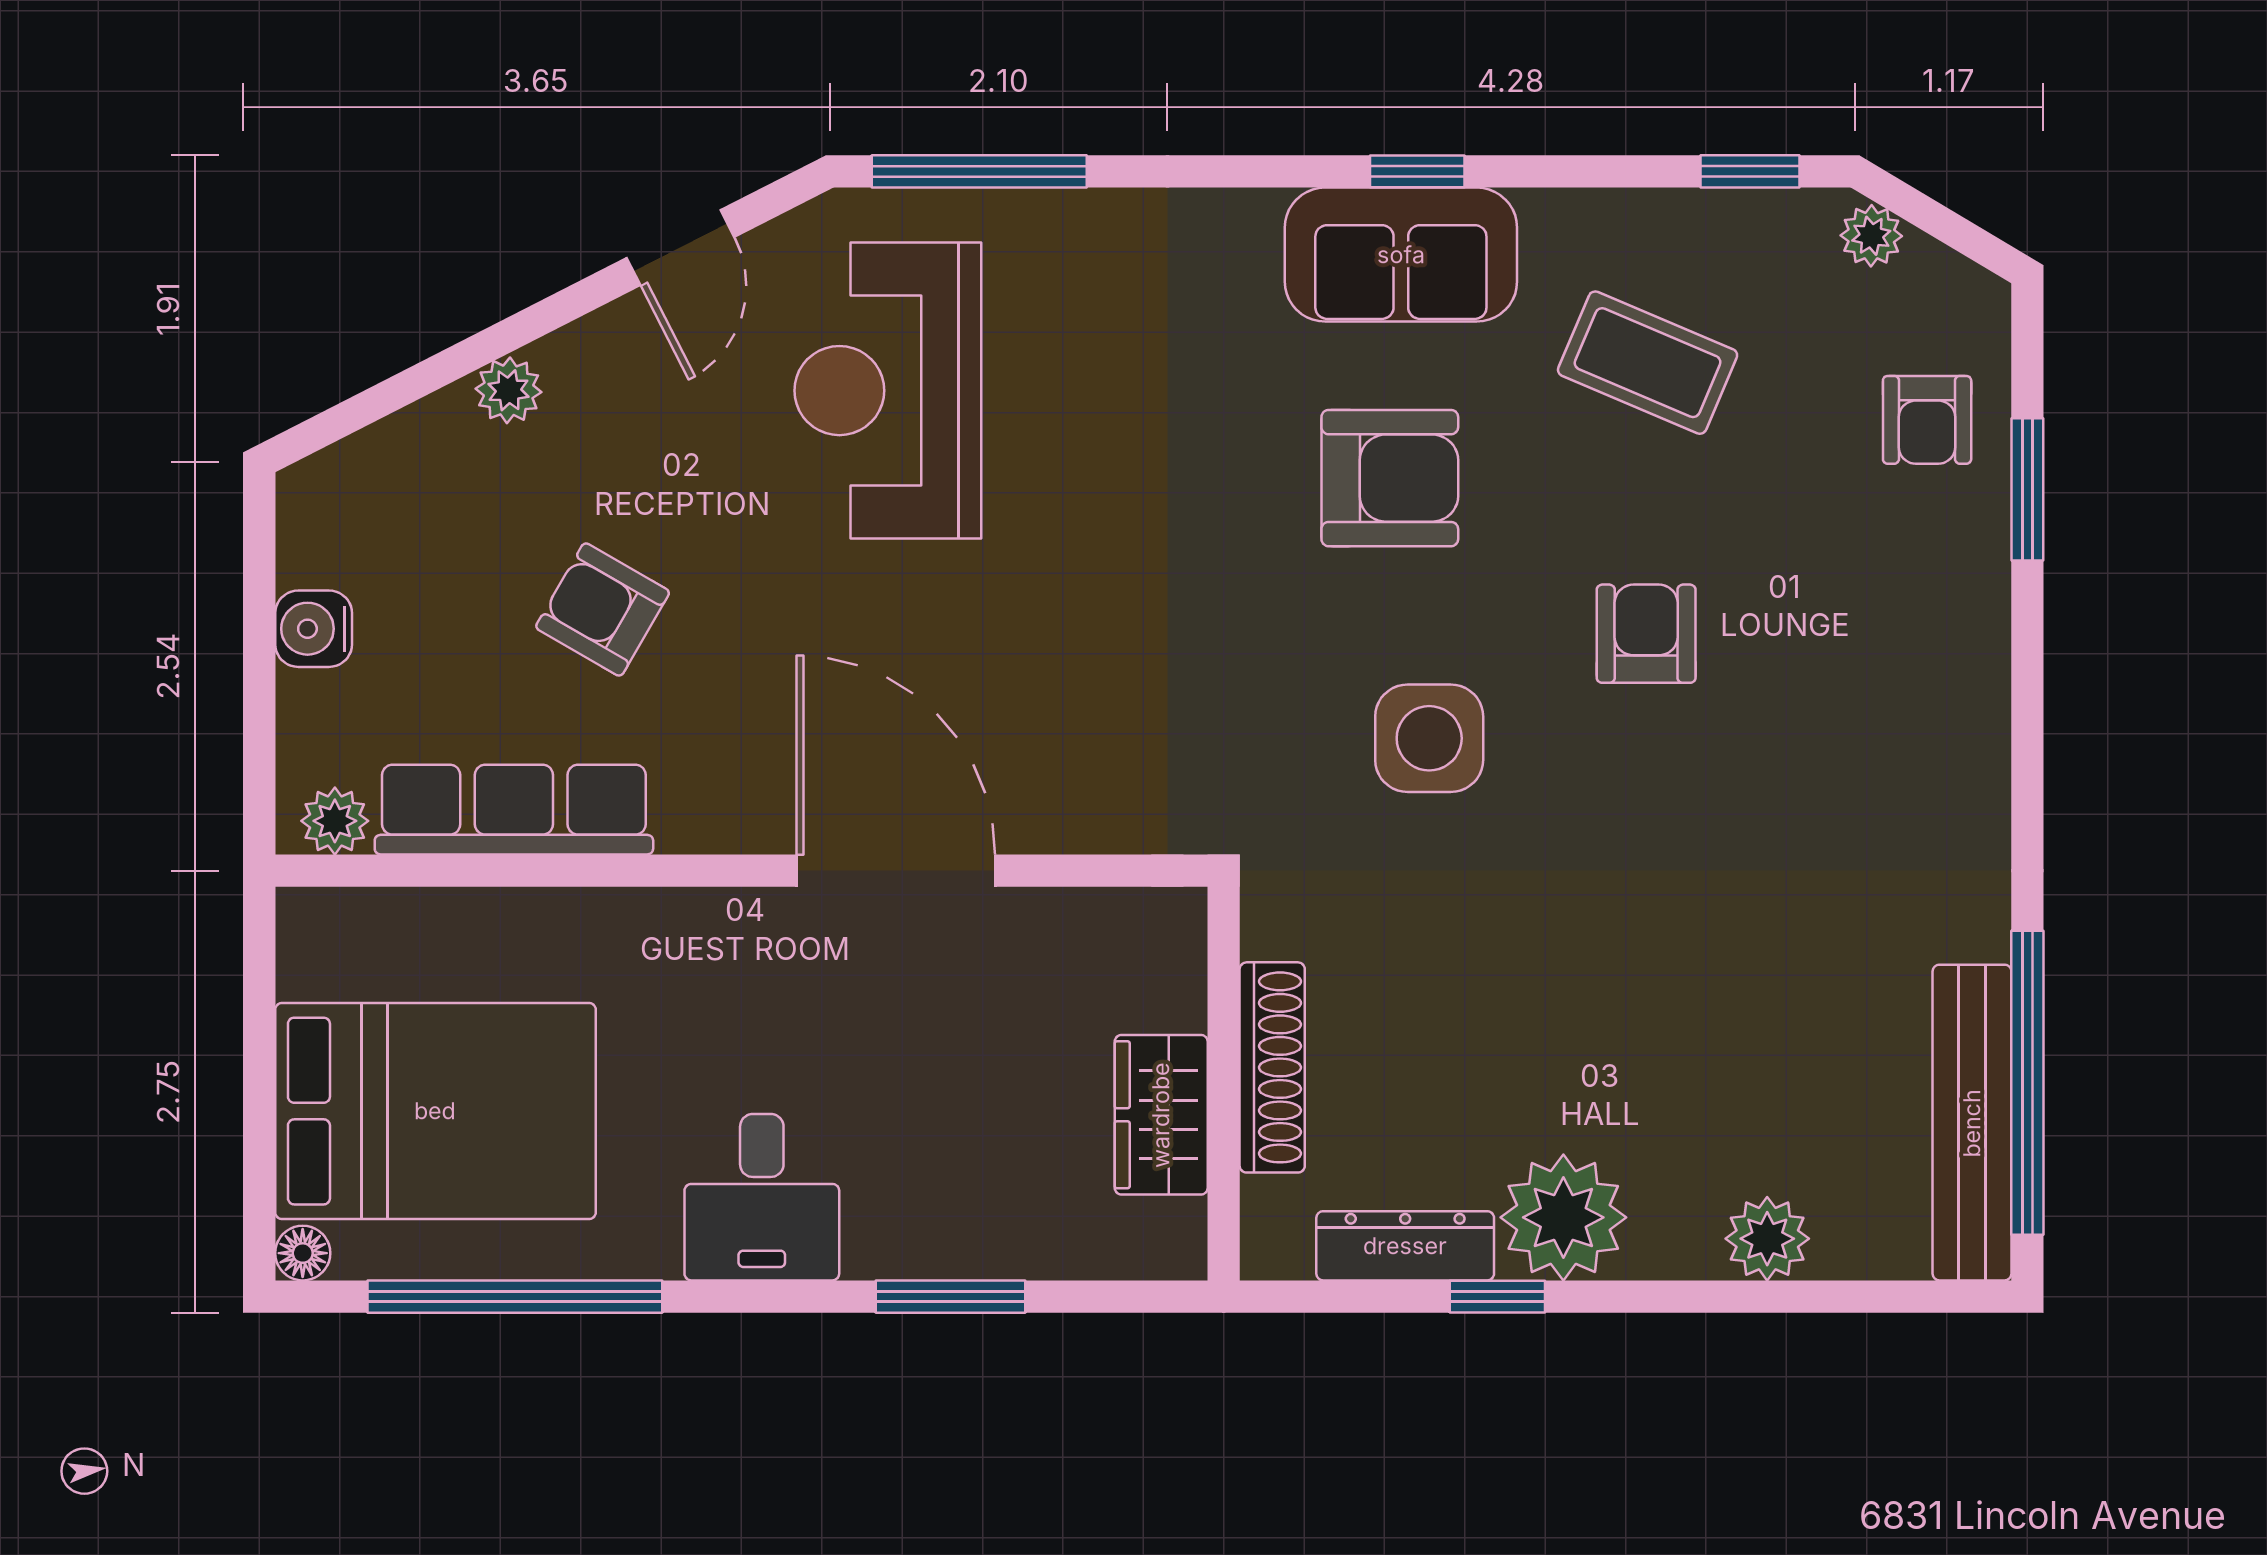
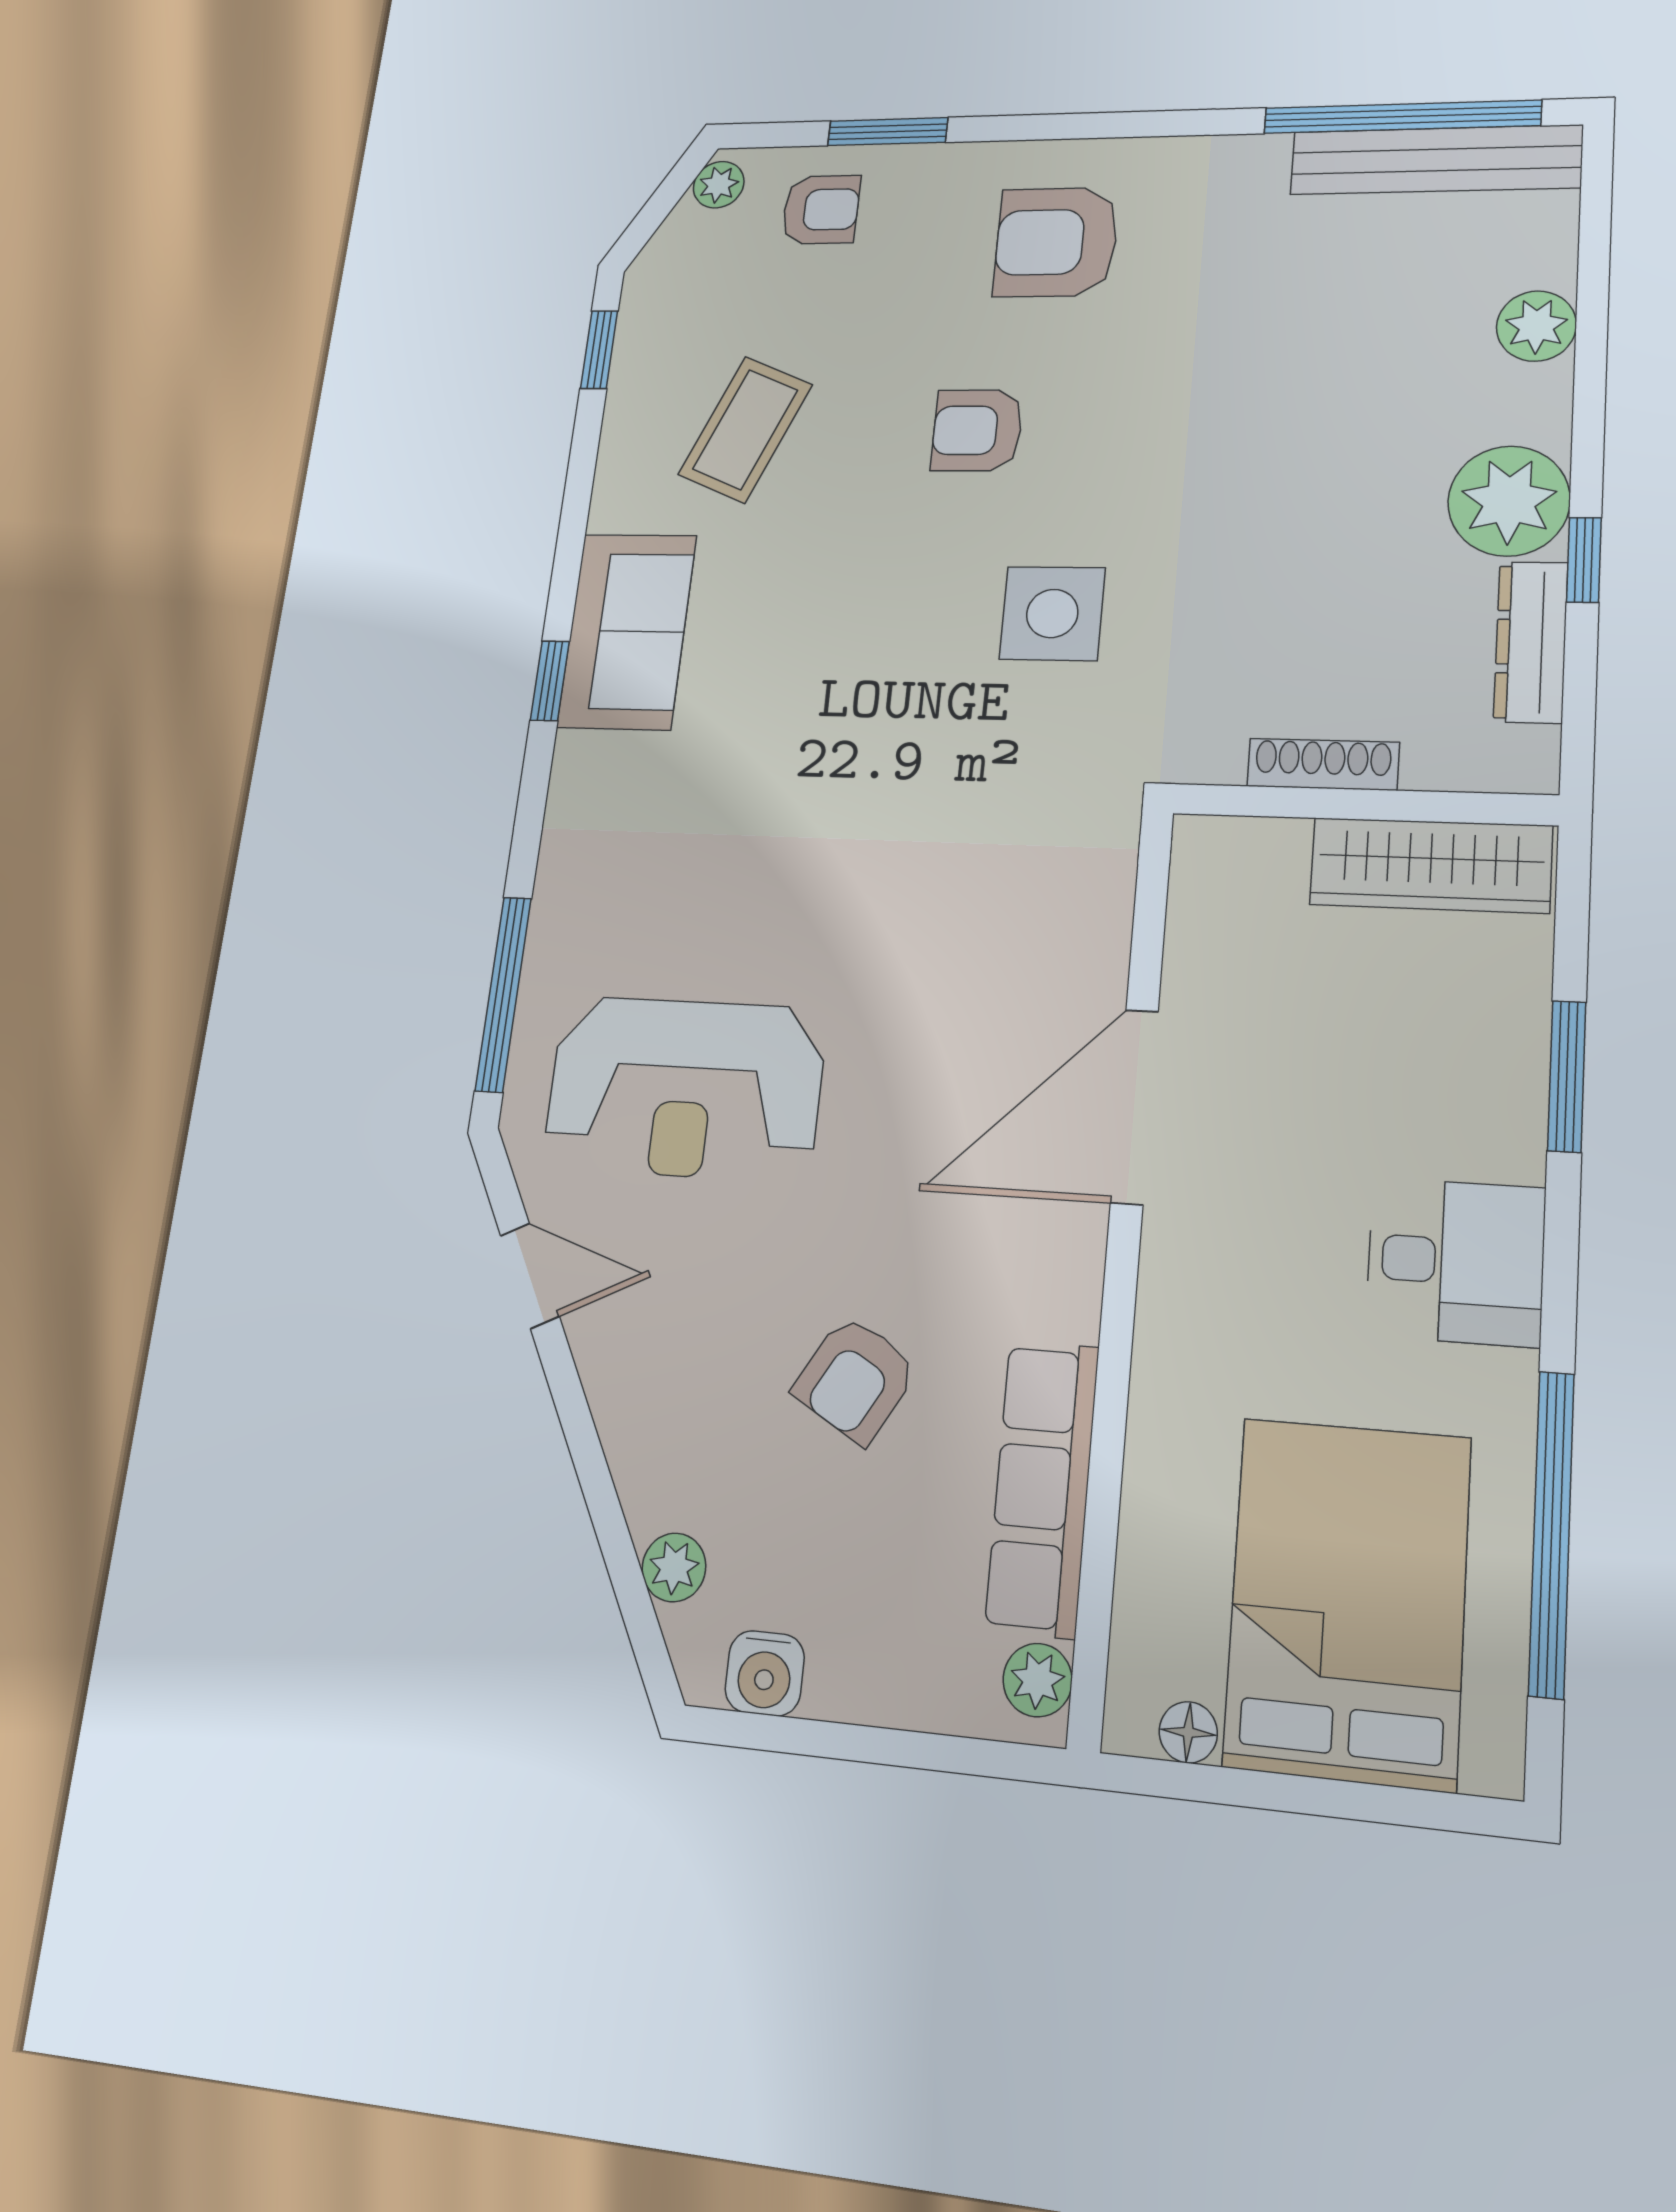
window: (1417, 171) -> (550, 681), moved
plant: (1871, 236) -> (719, 185), moved
plant: (509, 390) -> (674, 1567), moved
armchair: (1390, 478) -> (1056, 242), moved, turned -90
water cooler: (314, 629) -> (765, 1673), moved
shoe rack: (1272, 1067) -> (1323, 764), width x0.74, depth x0.81
wardrobe: (1161, 1115) -> (1431, 865), width x1.50
floor lamp: (303, 1253) -> (1188, 1732), moved

